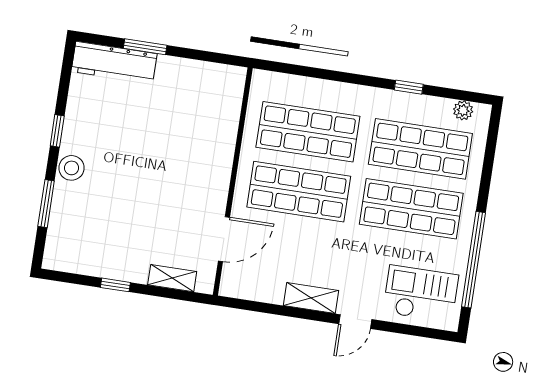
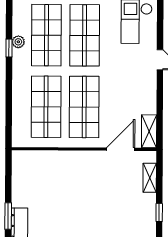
plant: (463, 110) -> (18, 42), moved
door: (224, 239) -> (121, 149), hinge flipped
shelving: (311, 298) -> (149, 131), moved

